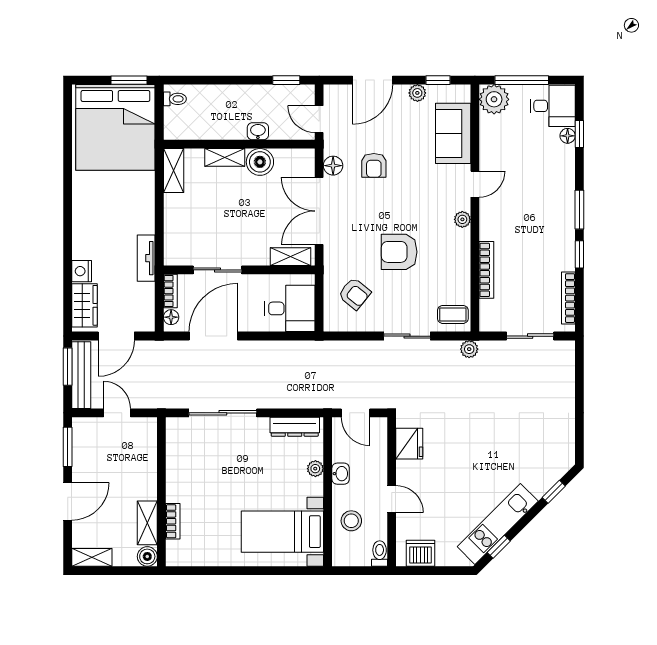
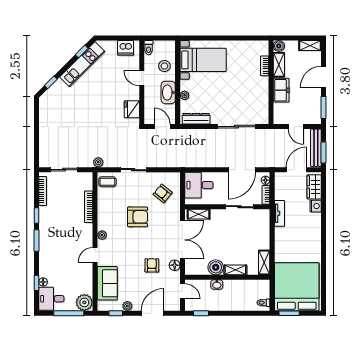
washbasin: (341, 474) -> (168, 92), width x1.91, depth x1.45
freezer: (143, 478) -> (281, 90), added

